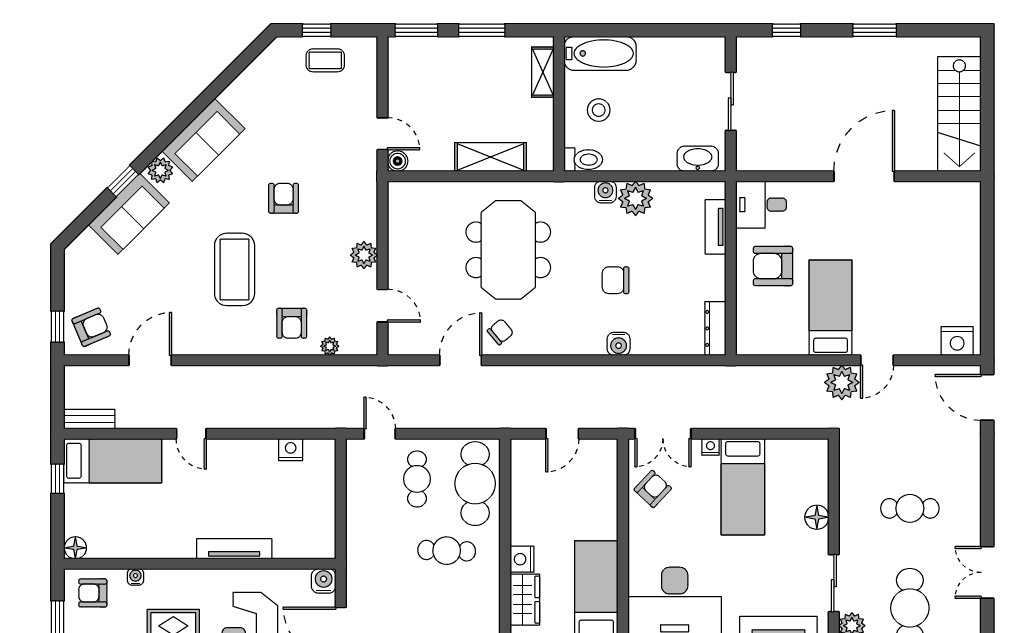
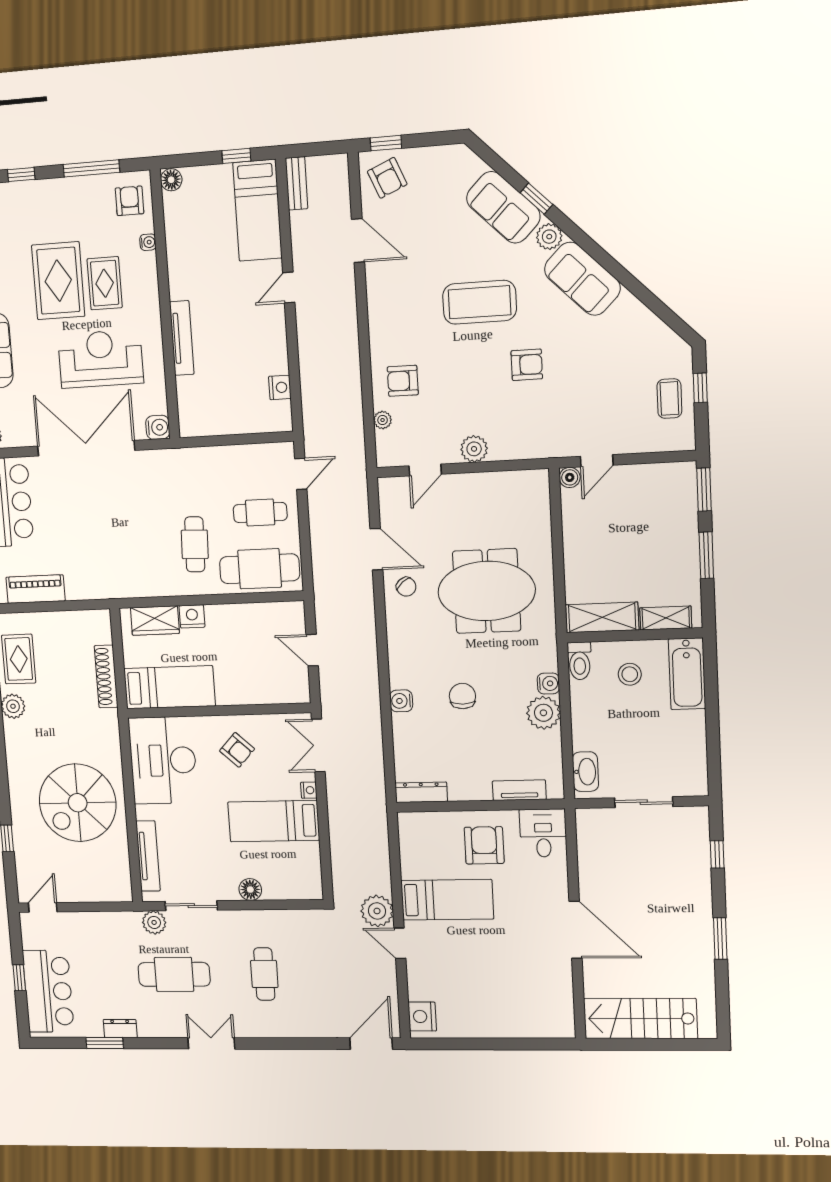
shelving: (491, 157) -> (602, 617), moved, turned 90
coffee table: (235, 269) -> (480, 302), moved
armchair: (653, 489) -> (237, 750), moved

